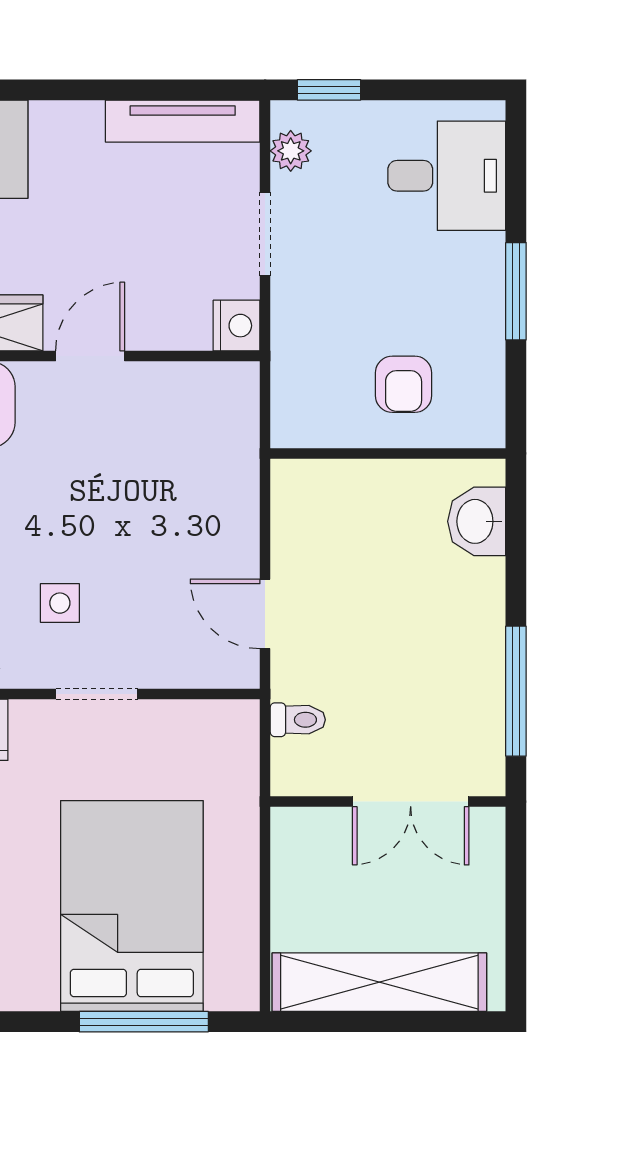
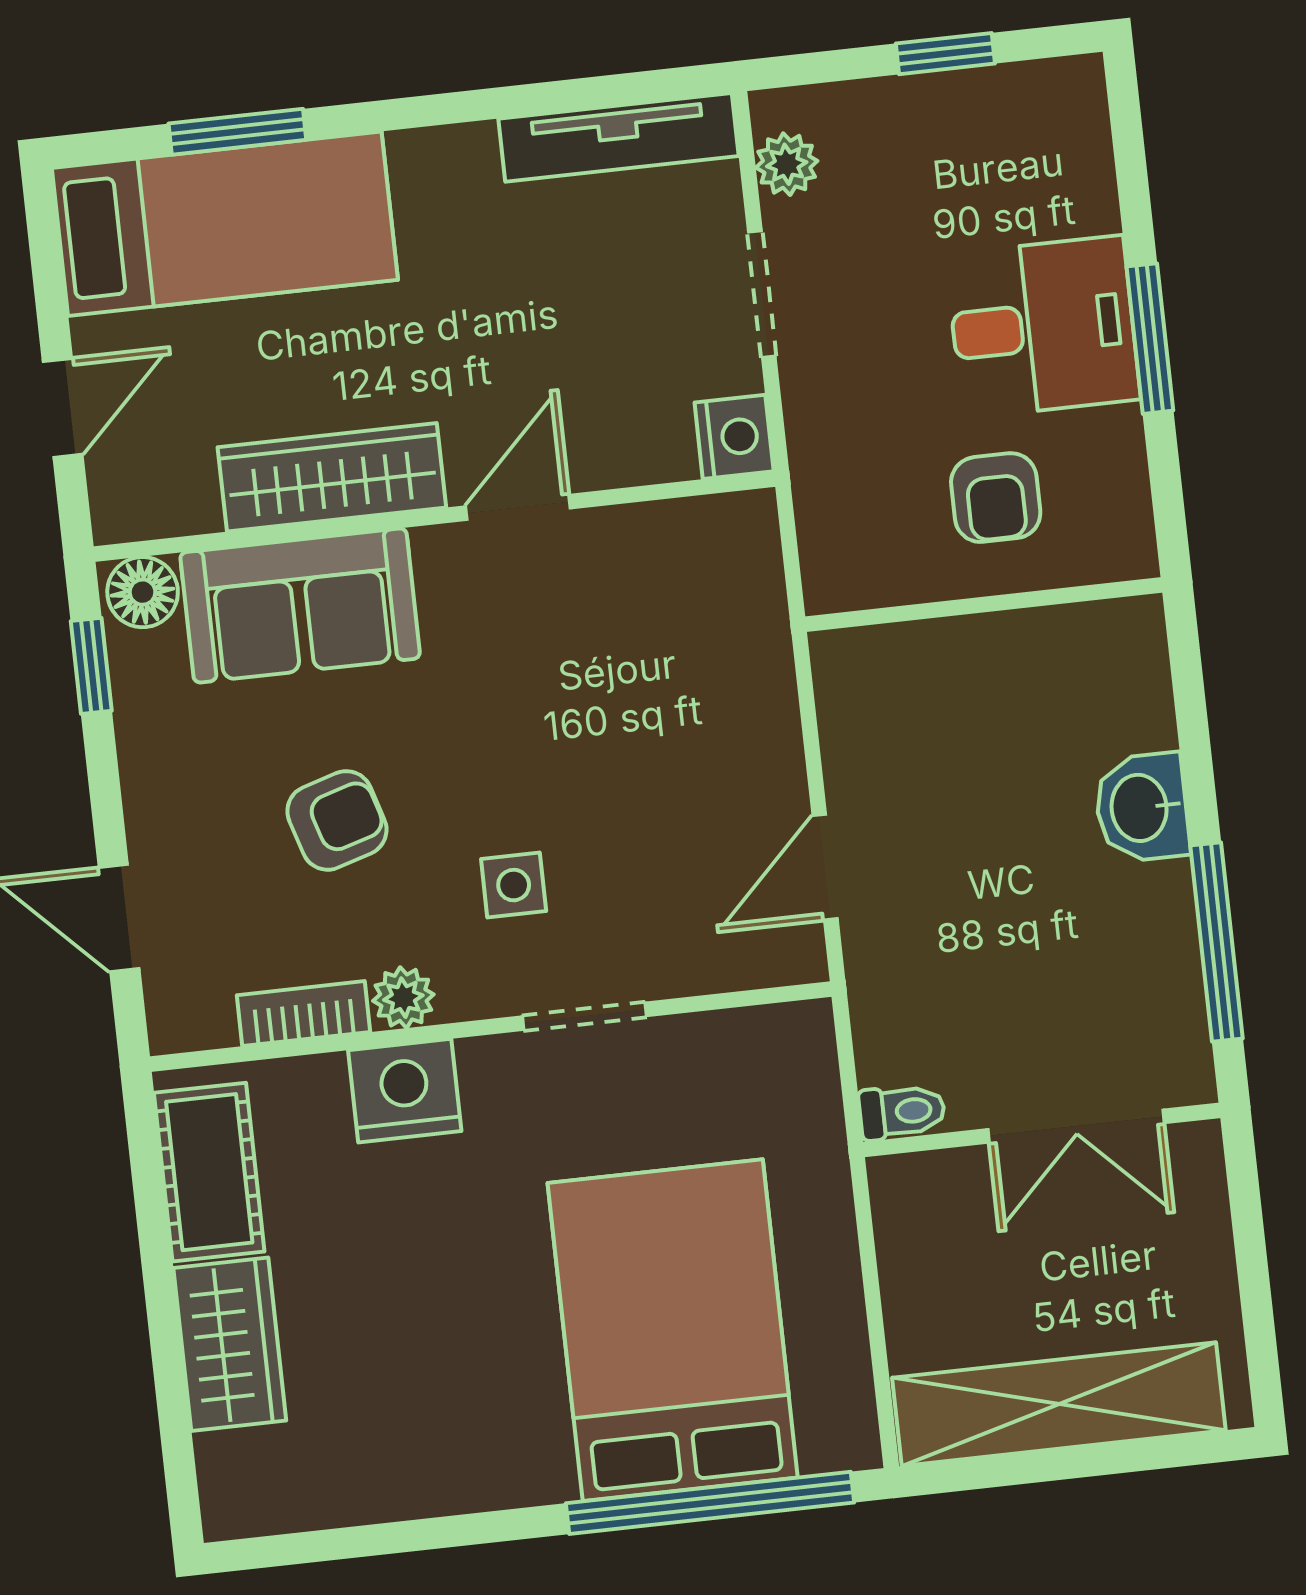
window: (329, 90) -> (945, 54), moved
desk: (447, 176) -> (1043, 327), moved
washbasin: (477, 521) -> (1142, 808), moved
door: (265, 614) -> (825, 867), hinge flipped
toilet: (298, 720) -> (902, 1112), moved
window: (144, 1022) -> (710, 1503), width x1.46

